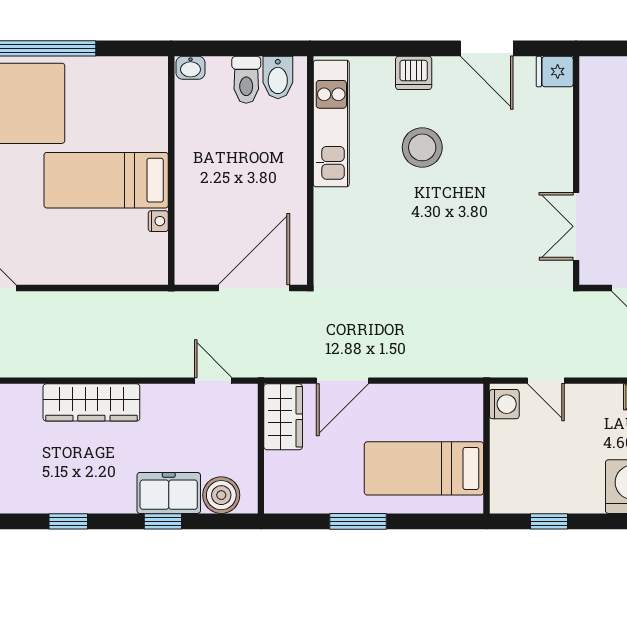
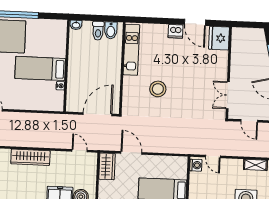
fridge: (555, 72) -> (219, 38), width x1.88, depth x1.34
dishwasher: (414, 73) -> (176, 31), moved
stool: (422, 147) -> (158, 89), moved
door: (343, 381) -> (131, 153), swing flipped

